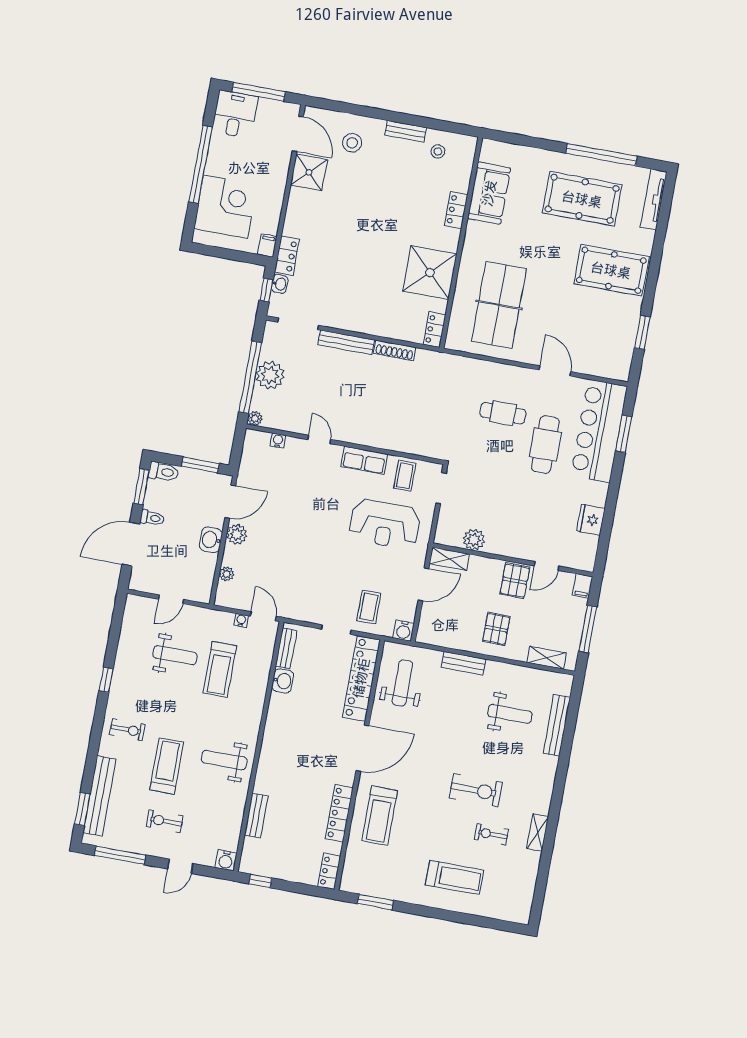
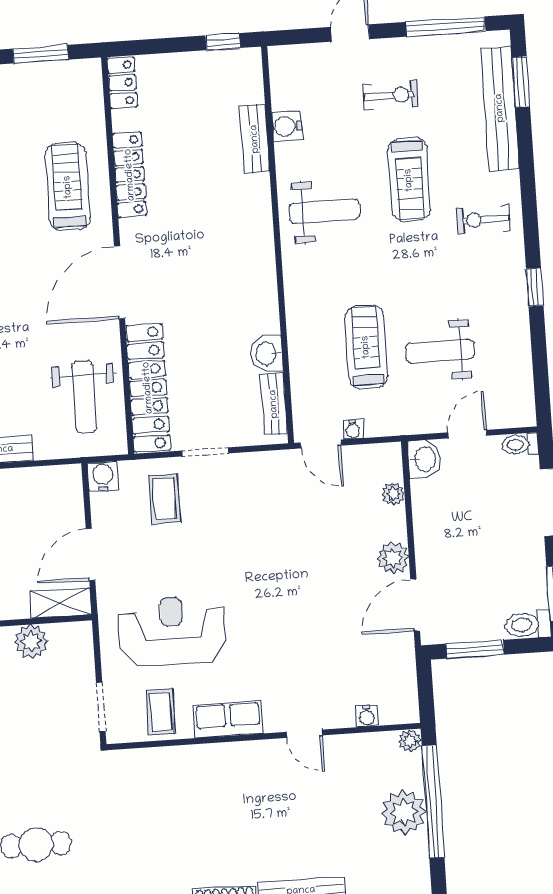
toilet: (152, 518) -> (520, 444), moved
washbasin: (211, 540) -> (424, 459), moved
water cooler: (226, 860) -> (287, 126), moved, turned -90

